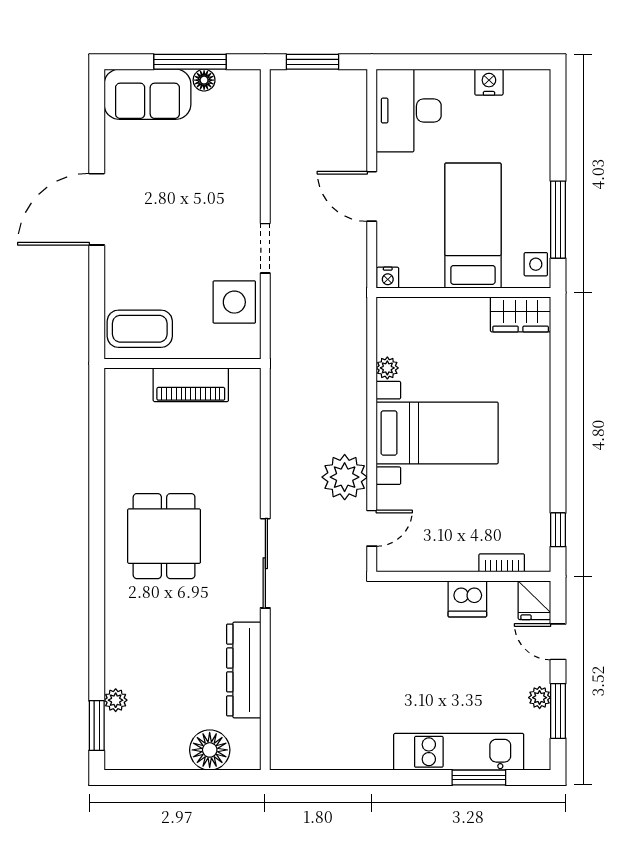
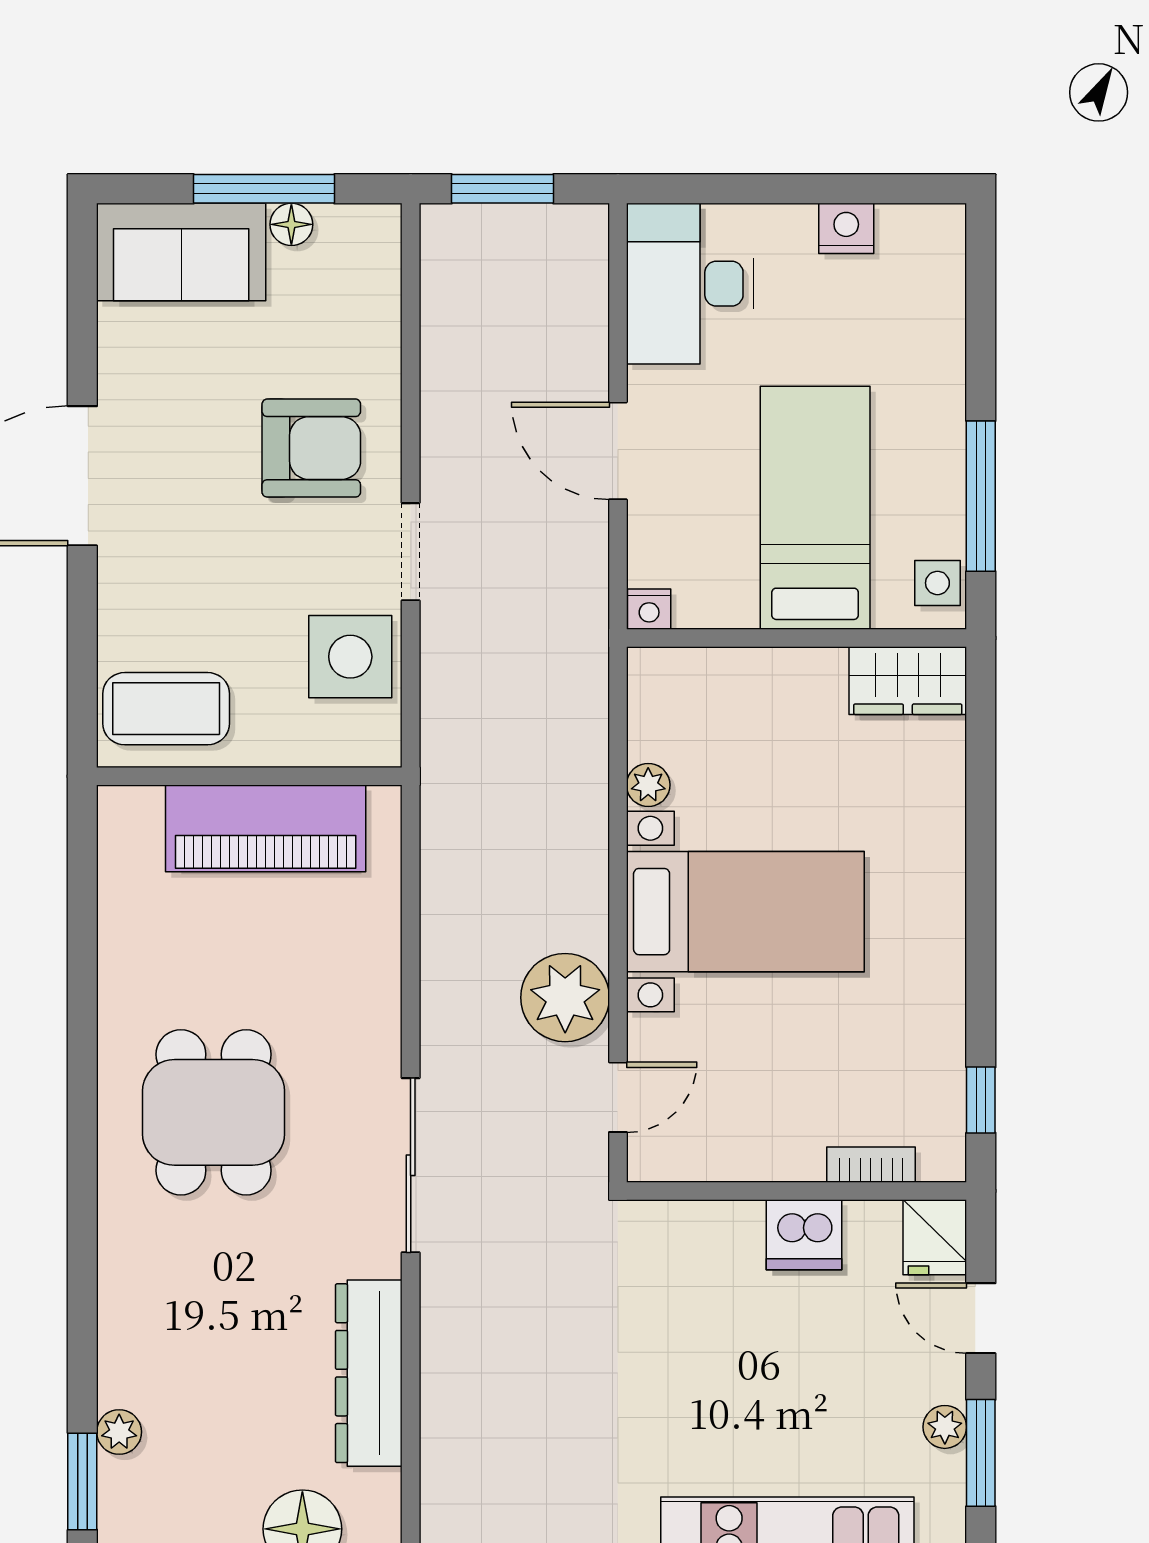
armchair: (214, 195) -> (311, 448), added
piano: (191, 385) -> (266, 828), width x1.37, depth x1.33

